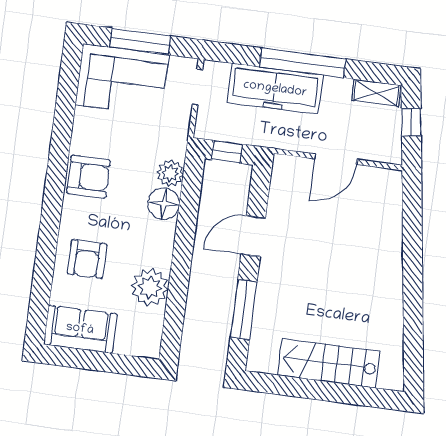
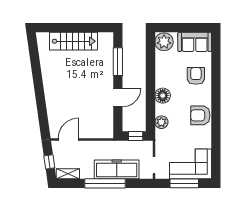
door: (336, 159) -> (69, 139), moved
floor lamp: (164, 204) -> (163, 96), moved
plant: (150, 287) -> (164, 42), moved

